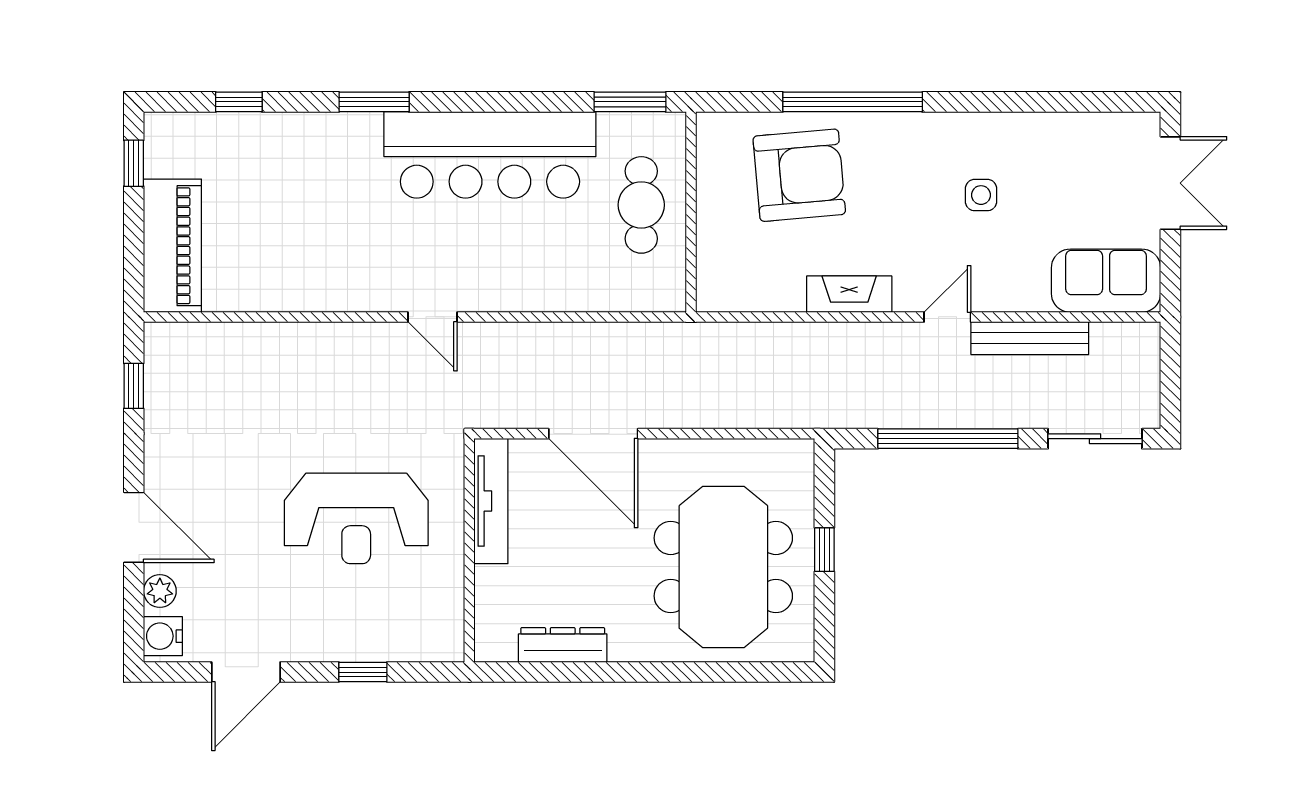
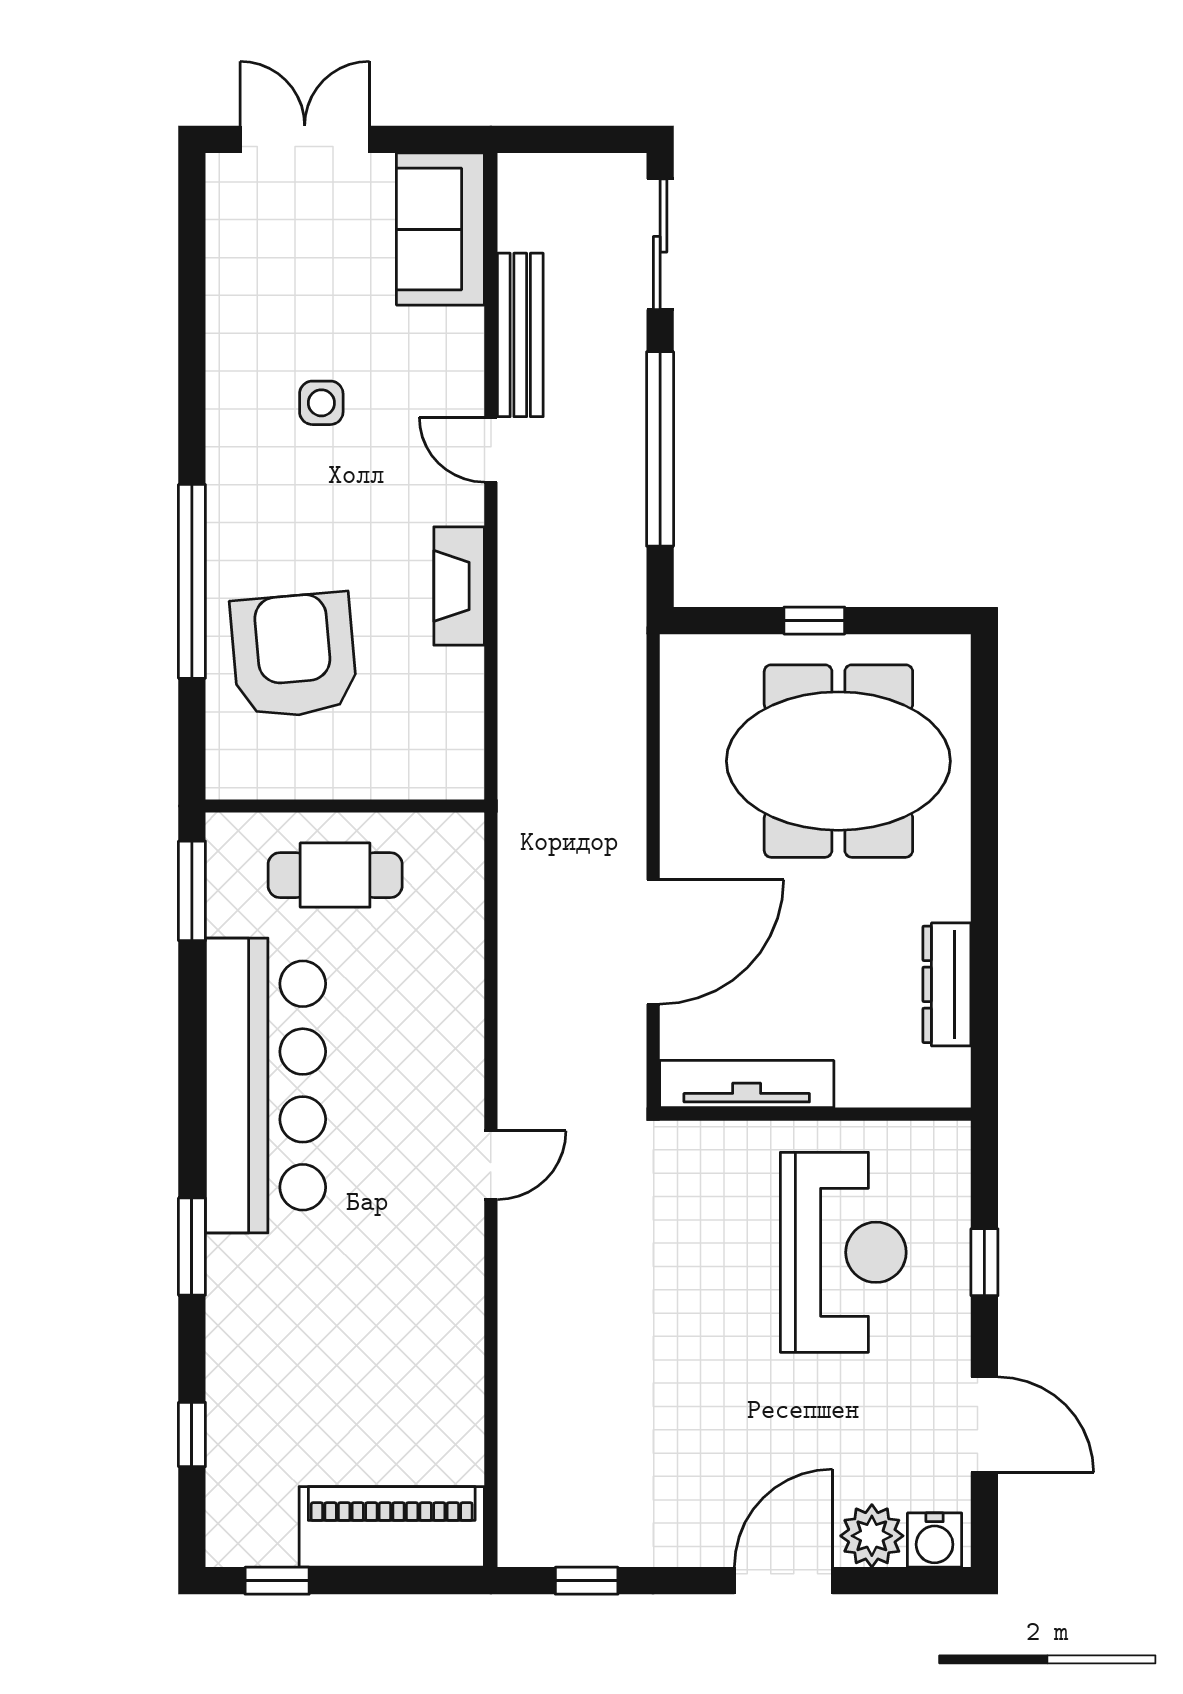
reception desk: (356, 518) -> (843, 1252), moved
plant: (160, 591) -> (872, 1536), width x1.38, depth x1.38

